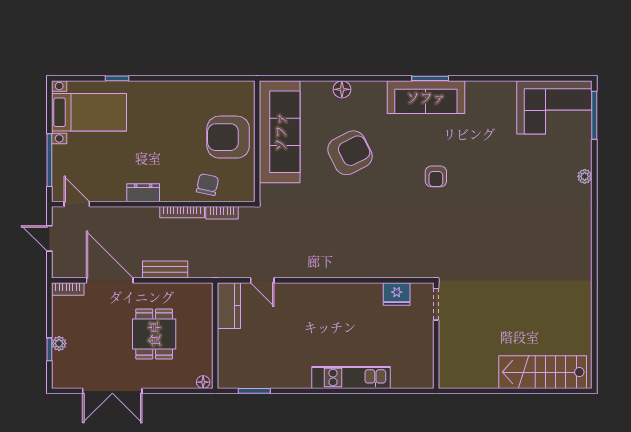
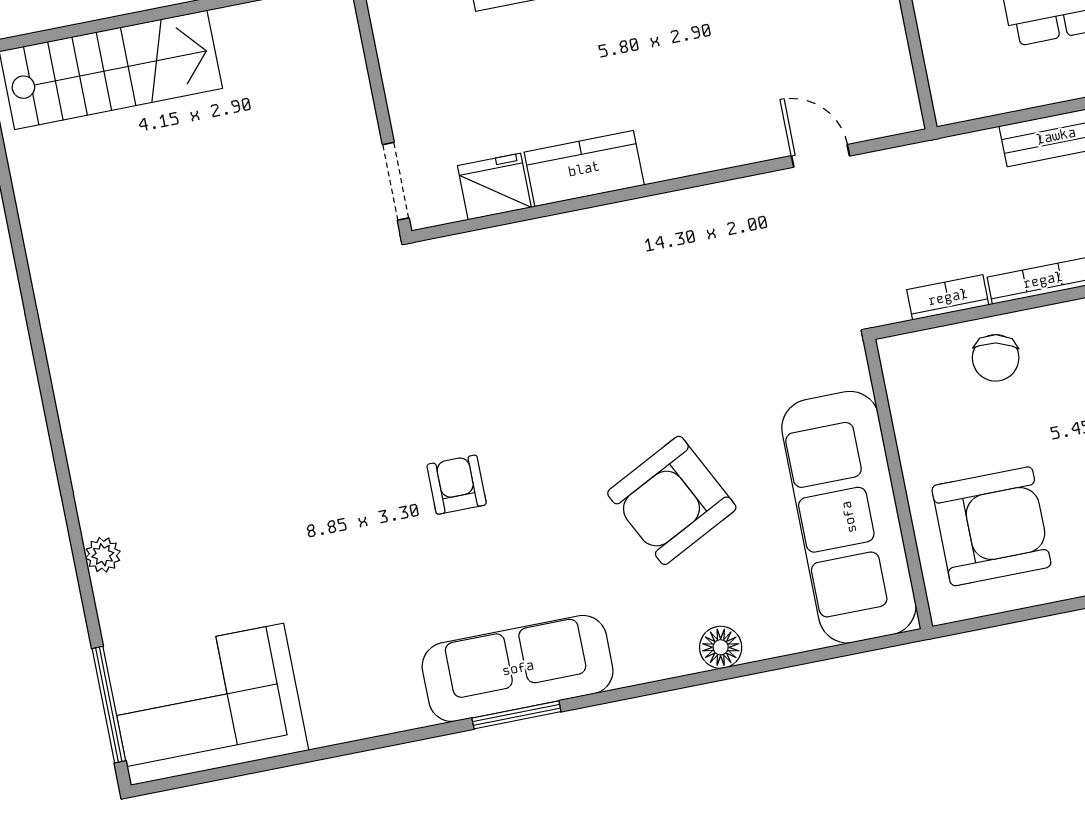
armchair: (228, 137) -> (991, 526), moved
kitchen counter: (229, 306) -> (584, 169), moved, turned 90

